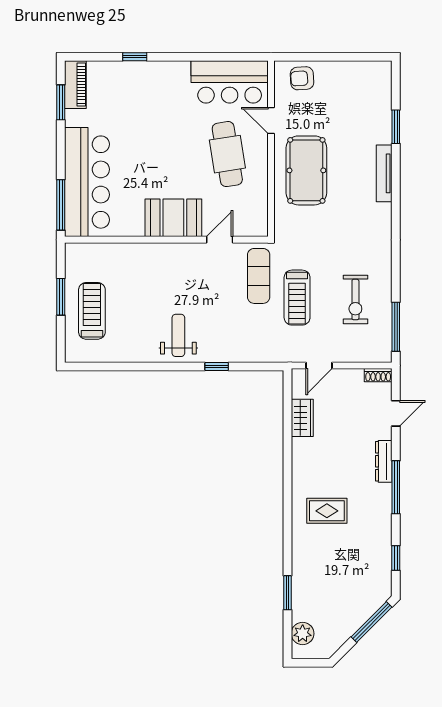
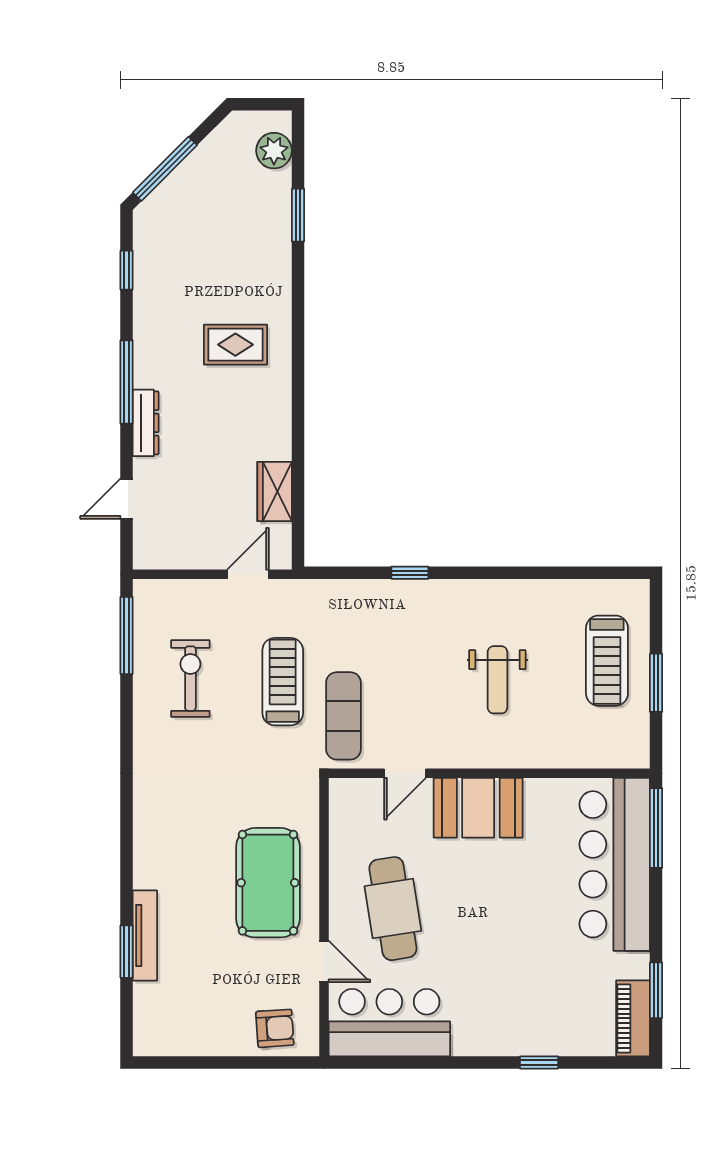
tv unit: (384, 173) -> (145, 936), moved
weight bench: (178, 335) -> (497, 680), moved
shoe rack: (378, 375) -> (155, 559), removed

